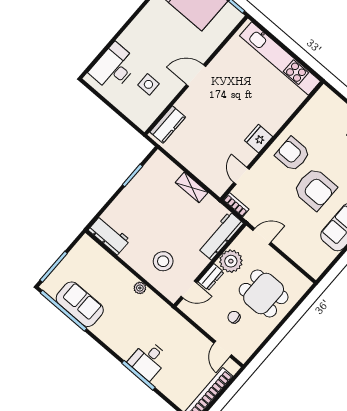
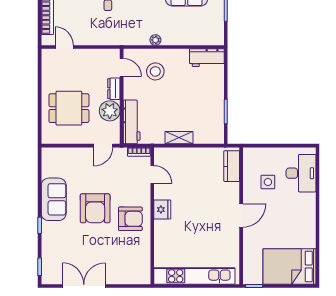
armchair: (315, 189) -> (95, 208), turned -90
door: (189, 289) -> (122, 67), swing flipped
chair: (234, 317) -> (75, 75), removed

